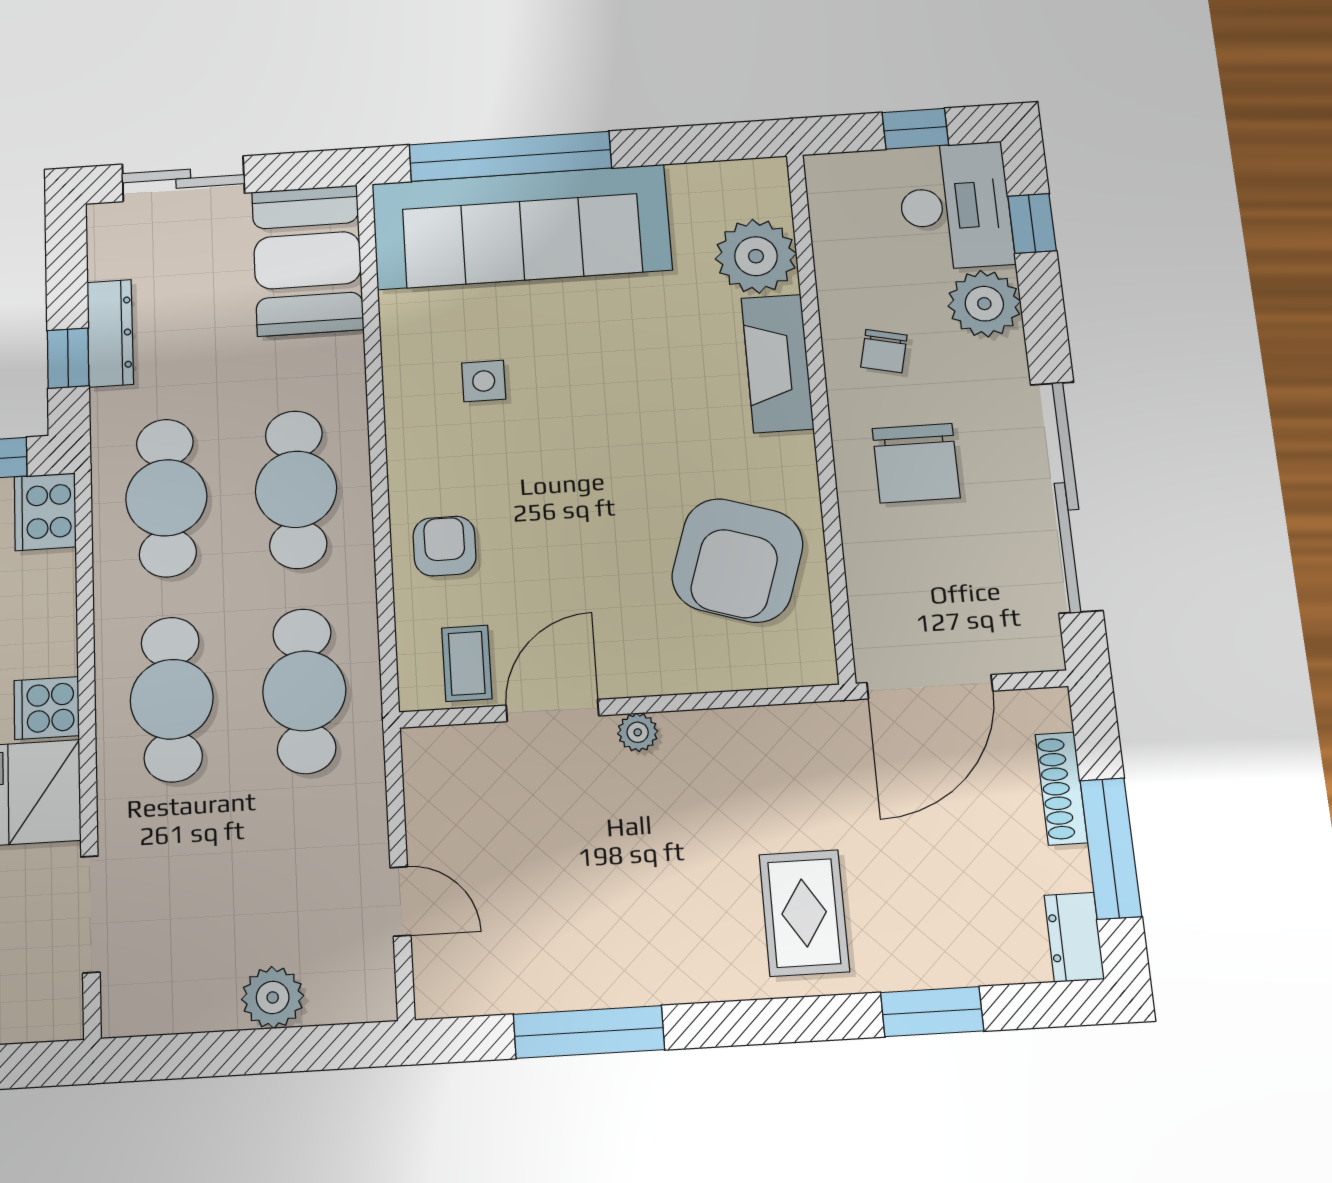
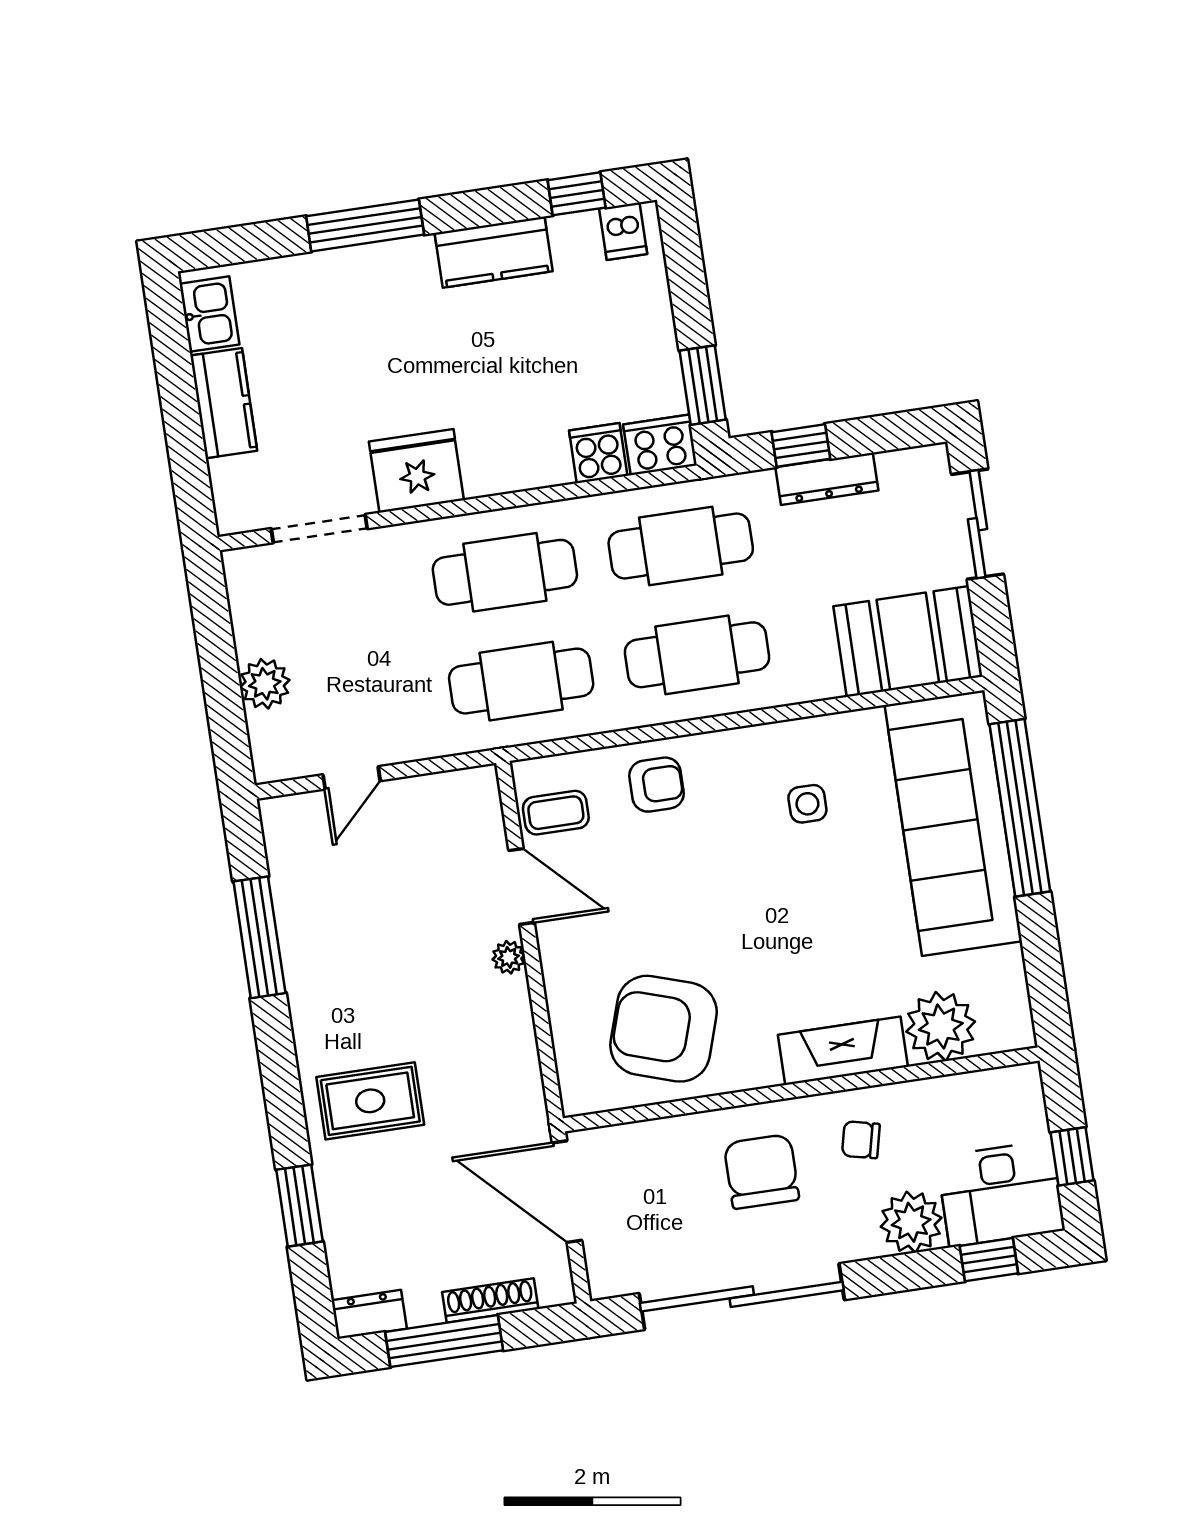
chair: (916, 463) -> (761, 1172), turned 90
cooker: (47, 708) -> (598, 453), moved

